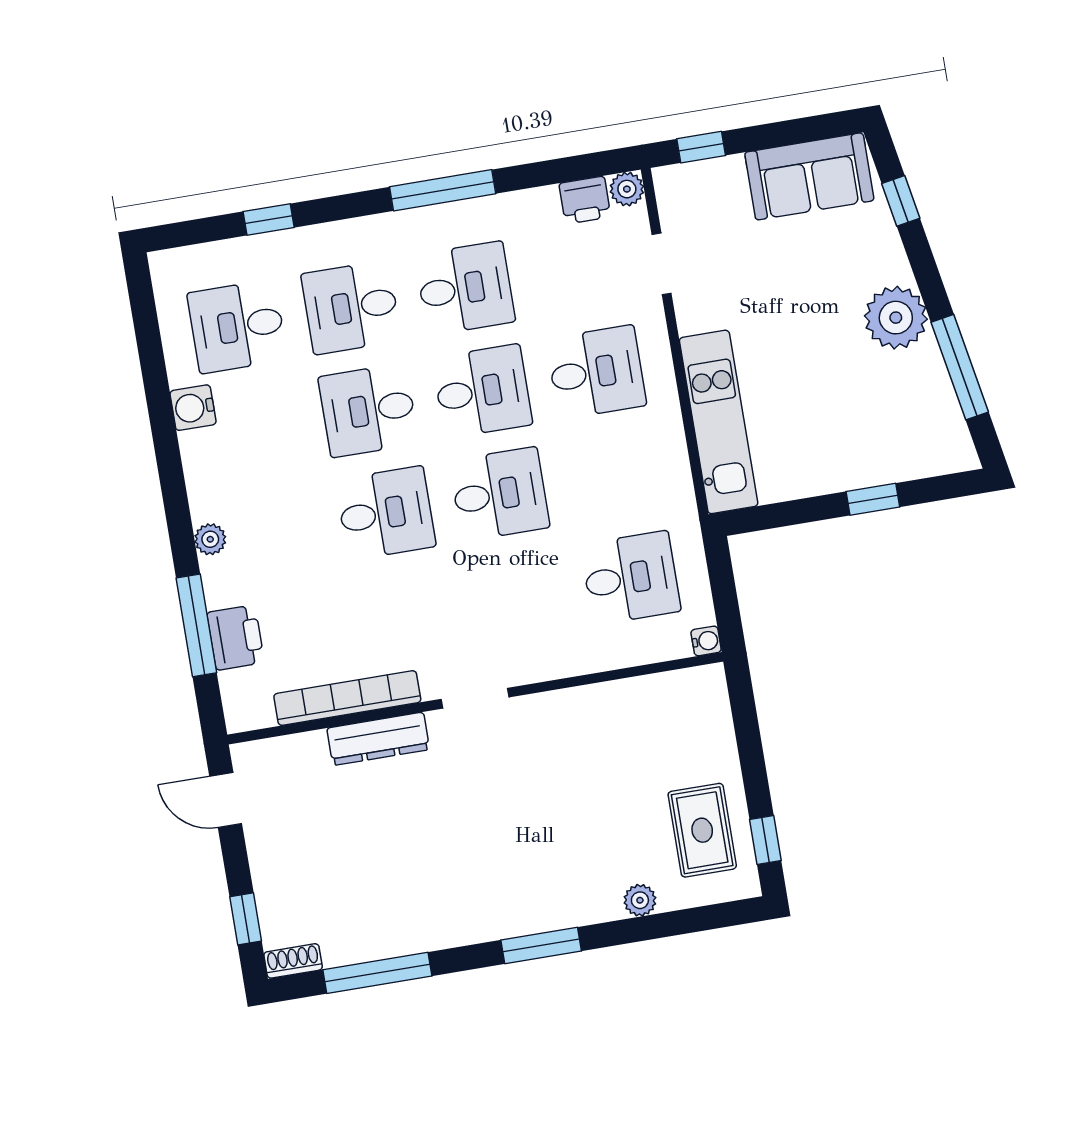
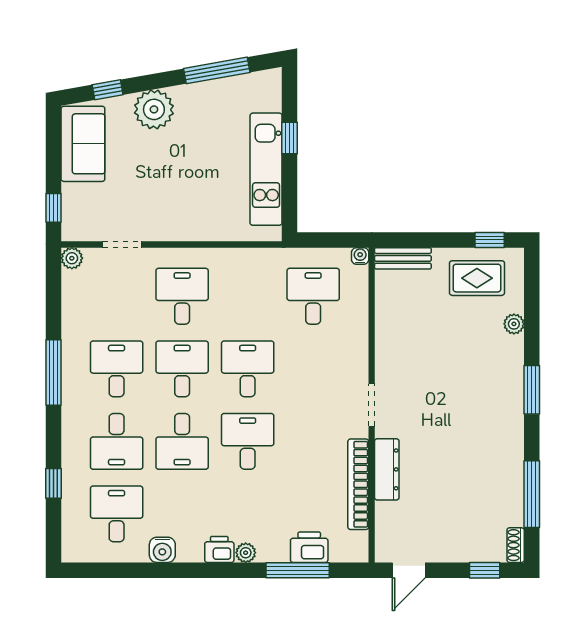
printer: (585, 200) -> (219, 549), moved, turned -90
plant: (896, 318) -> (154, 109), moved
desk: (237, 326) -> (117, 514), turned 180
kitchen unit: (719, 422) -> (266, 169), moved, turned -90
bench: (714, 709) -> (403, 258), added

